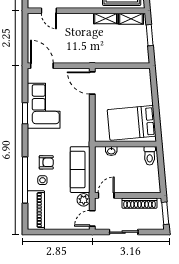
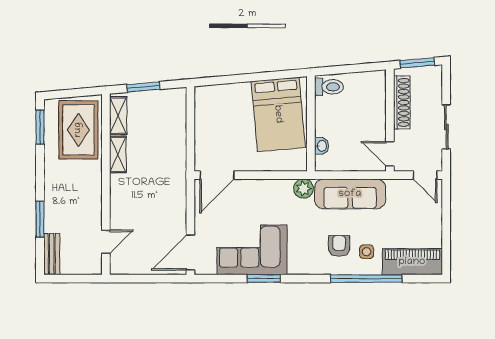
plant: (84, 200) -> (304, 189), moved

